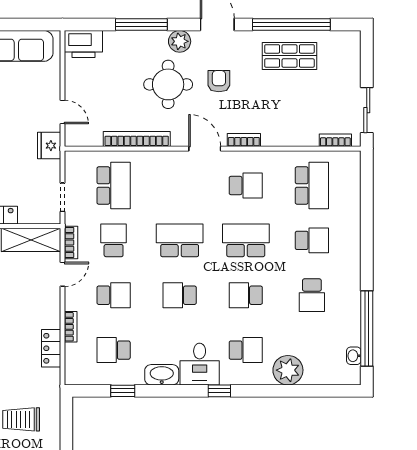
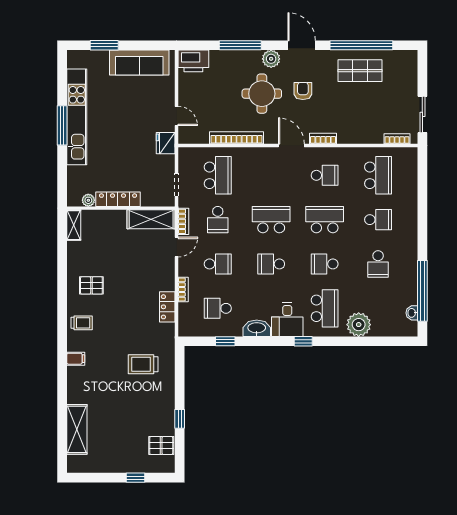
school desk: (114, 240) -> (218, 220), turned 180
school desk: (246, 350) -> (325, 308), width x1.85

